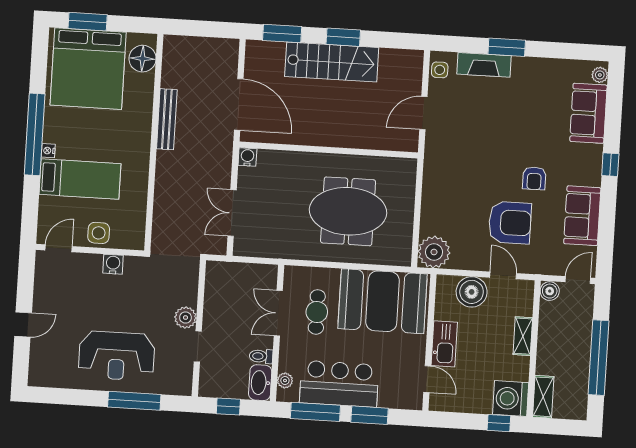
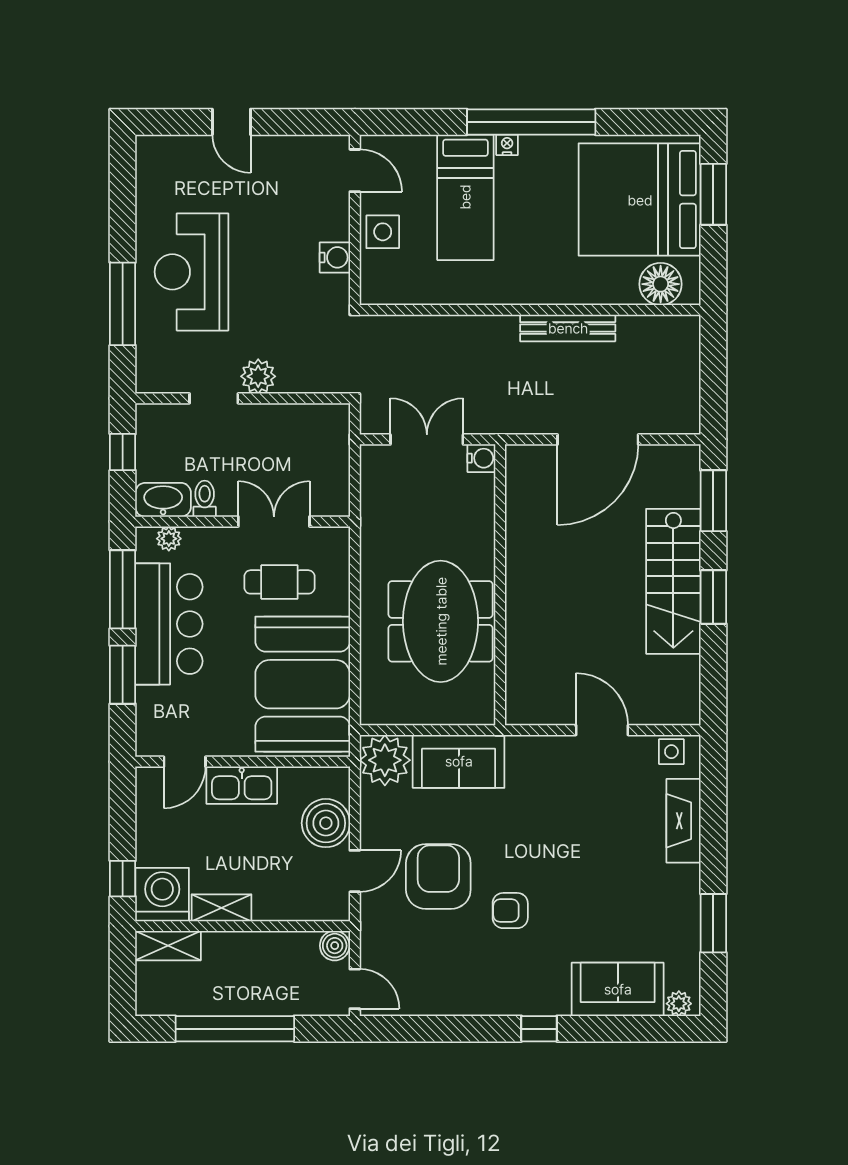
window: (507, 47) -> (713, 923), moved
wall: (328, 150) -> (500, 585), moved
water cooler: (247, 157) -> (481, 458), moved
sofa: (582, 216) -> (459, 761), moved, turned 180
armchair: (510, 223) -> (438, 876), turned 180
shelving: (523, 336) -> (222, 908), moved

